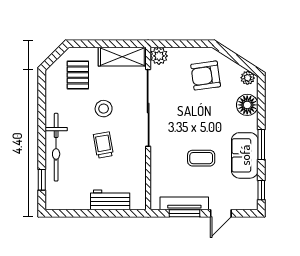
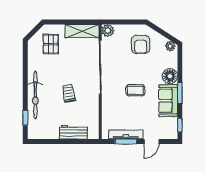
armchair: (206, 75) -> (141, 44), turned -82
floor lamp: (247, 105) -> (170, 76), moved
stool: (104, 109) -> (69, 68), removed
coffee table: (201, 158) -> (135, 90), moved

